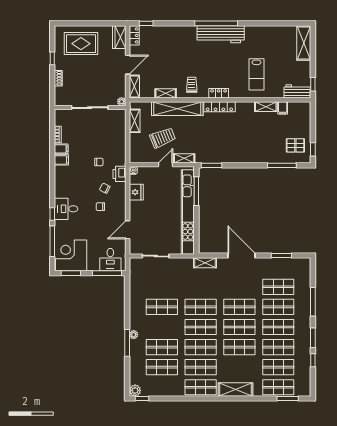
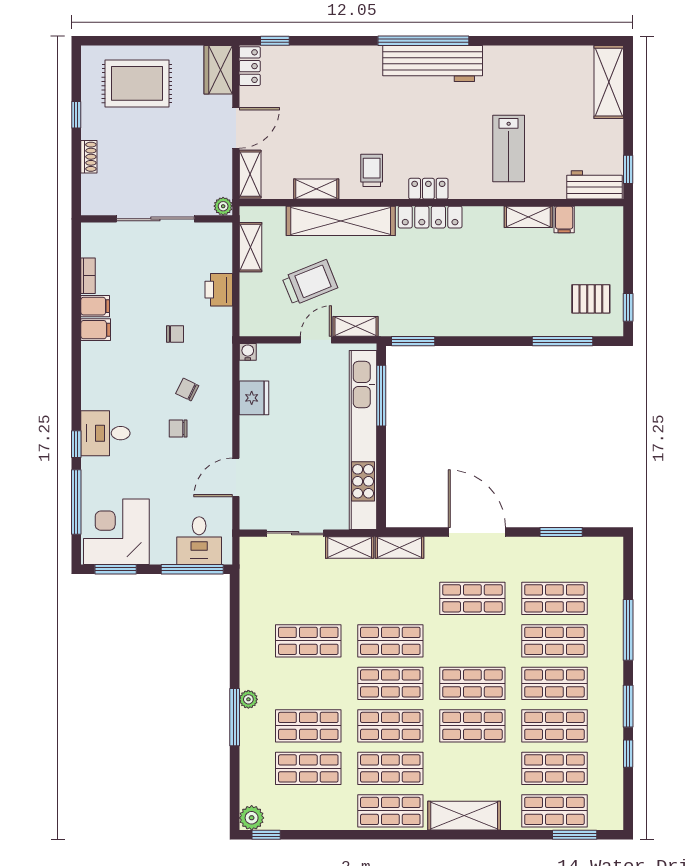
printer: (120, 174) -> (219, 290), moved
shelving: (181, 263) -> (350, 547), added
shop shelf: (239, 307) -> (472, 598), moved

